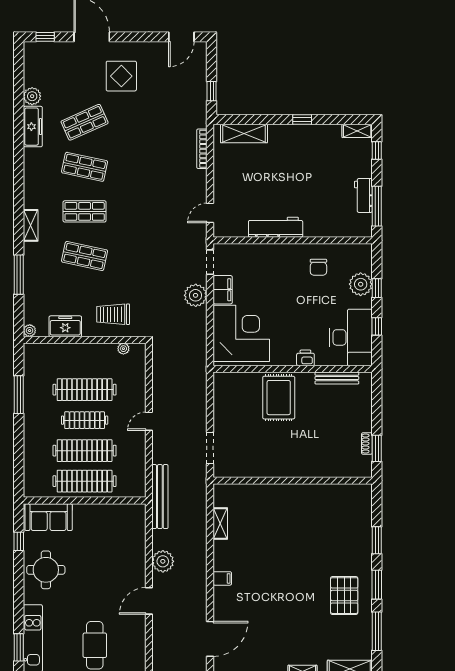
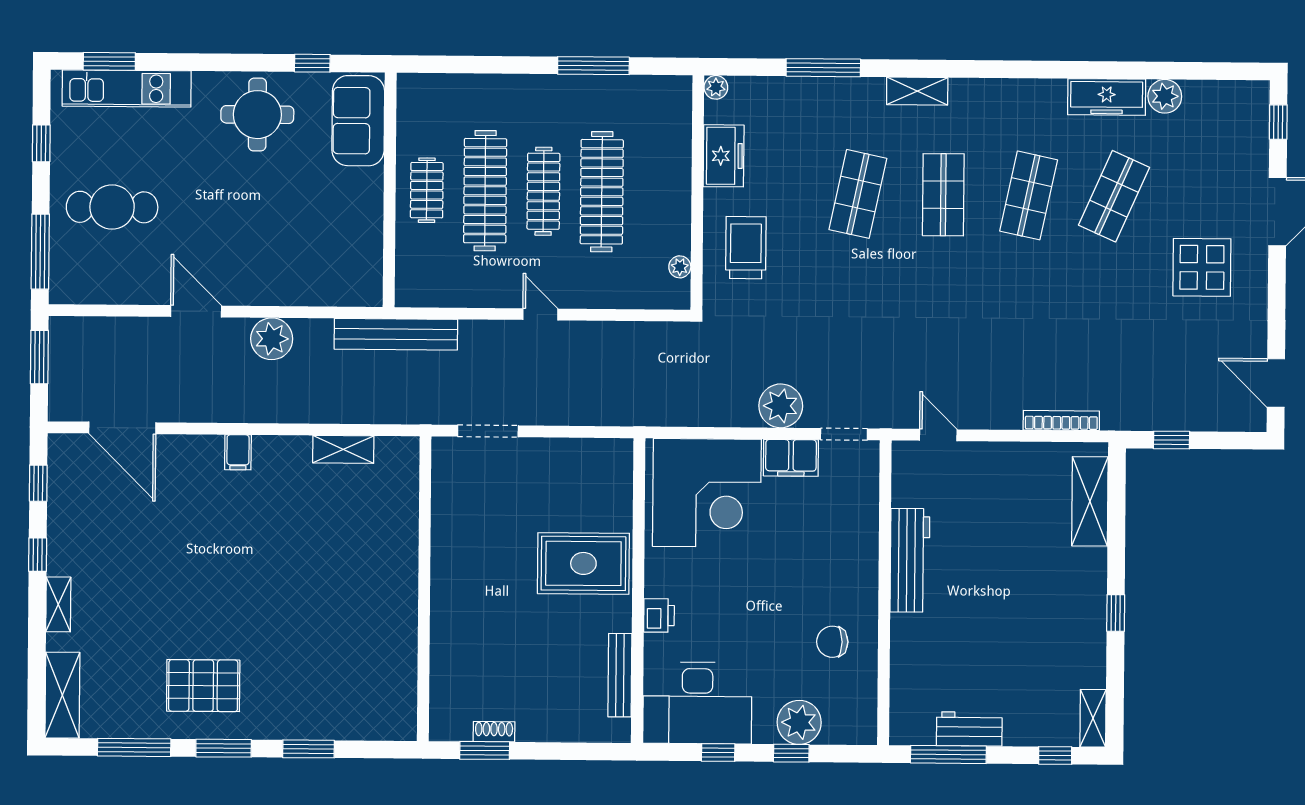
shop shelf: (85, 122) -> (1114, 196), turned 48
clothes rail: (85, 481) -> (427, 190), width x0.54, depth x0.76

